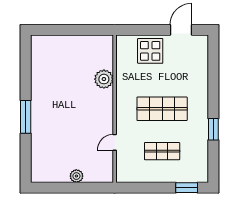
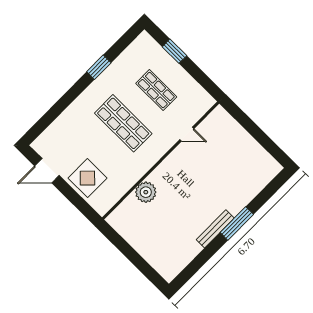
bench: (36, 100) -> (215, 229), added
plant: (76, 176) -> (243, 137), removed
window: (187, 188) -> (174, 51), moved

